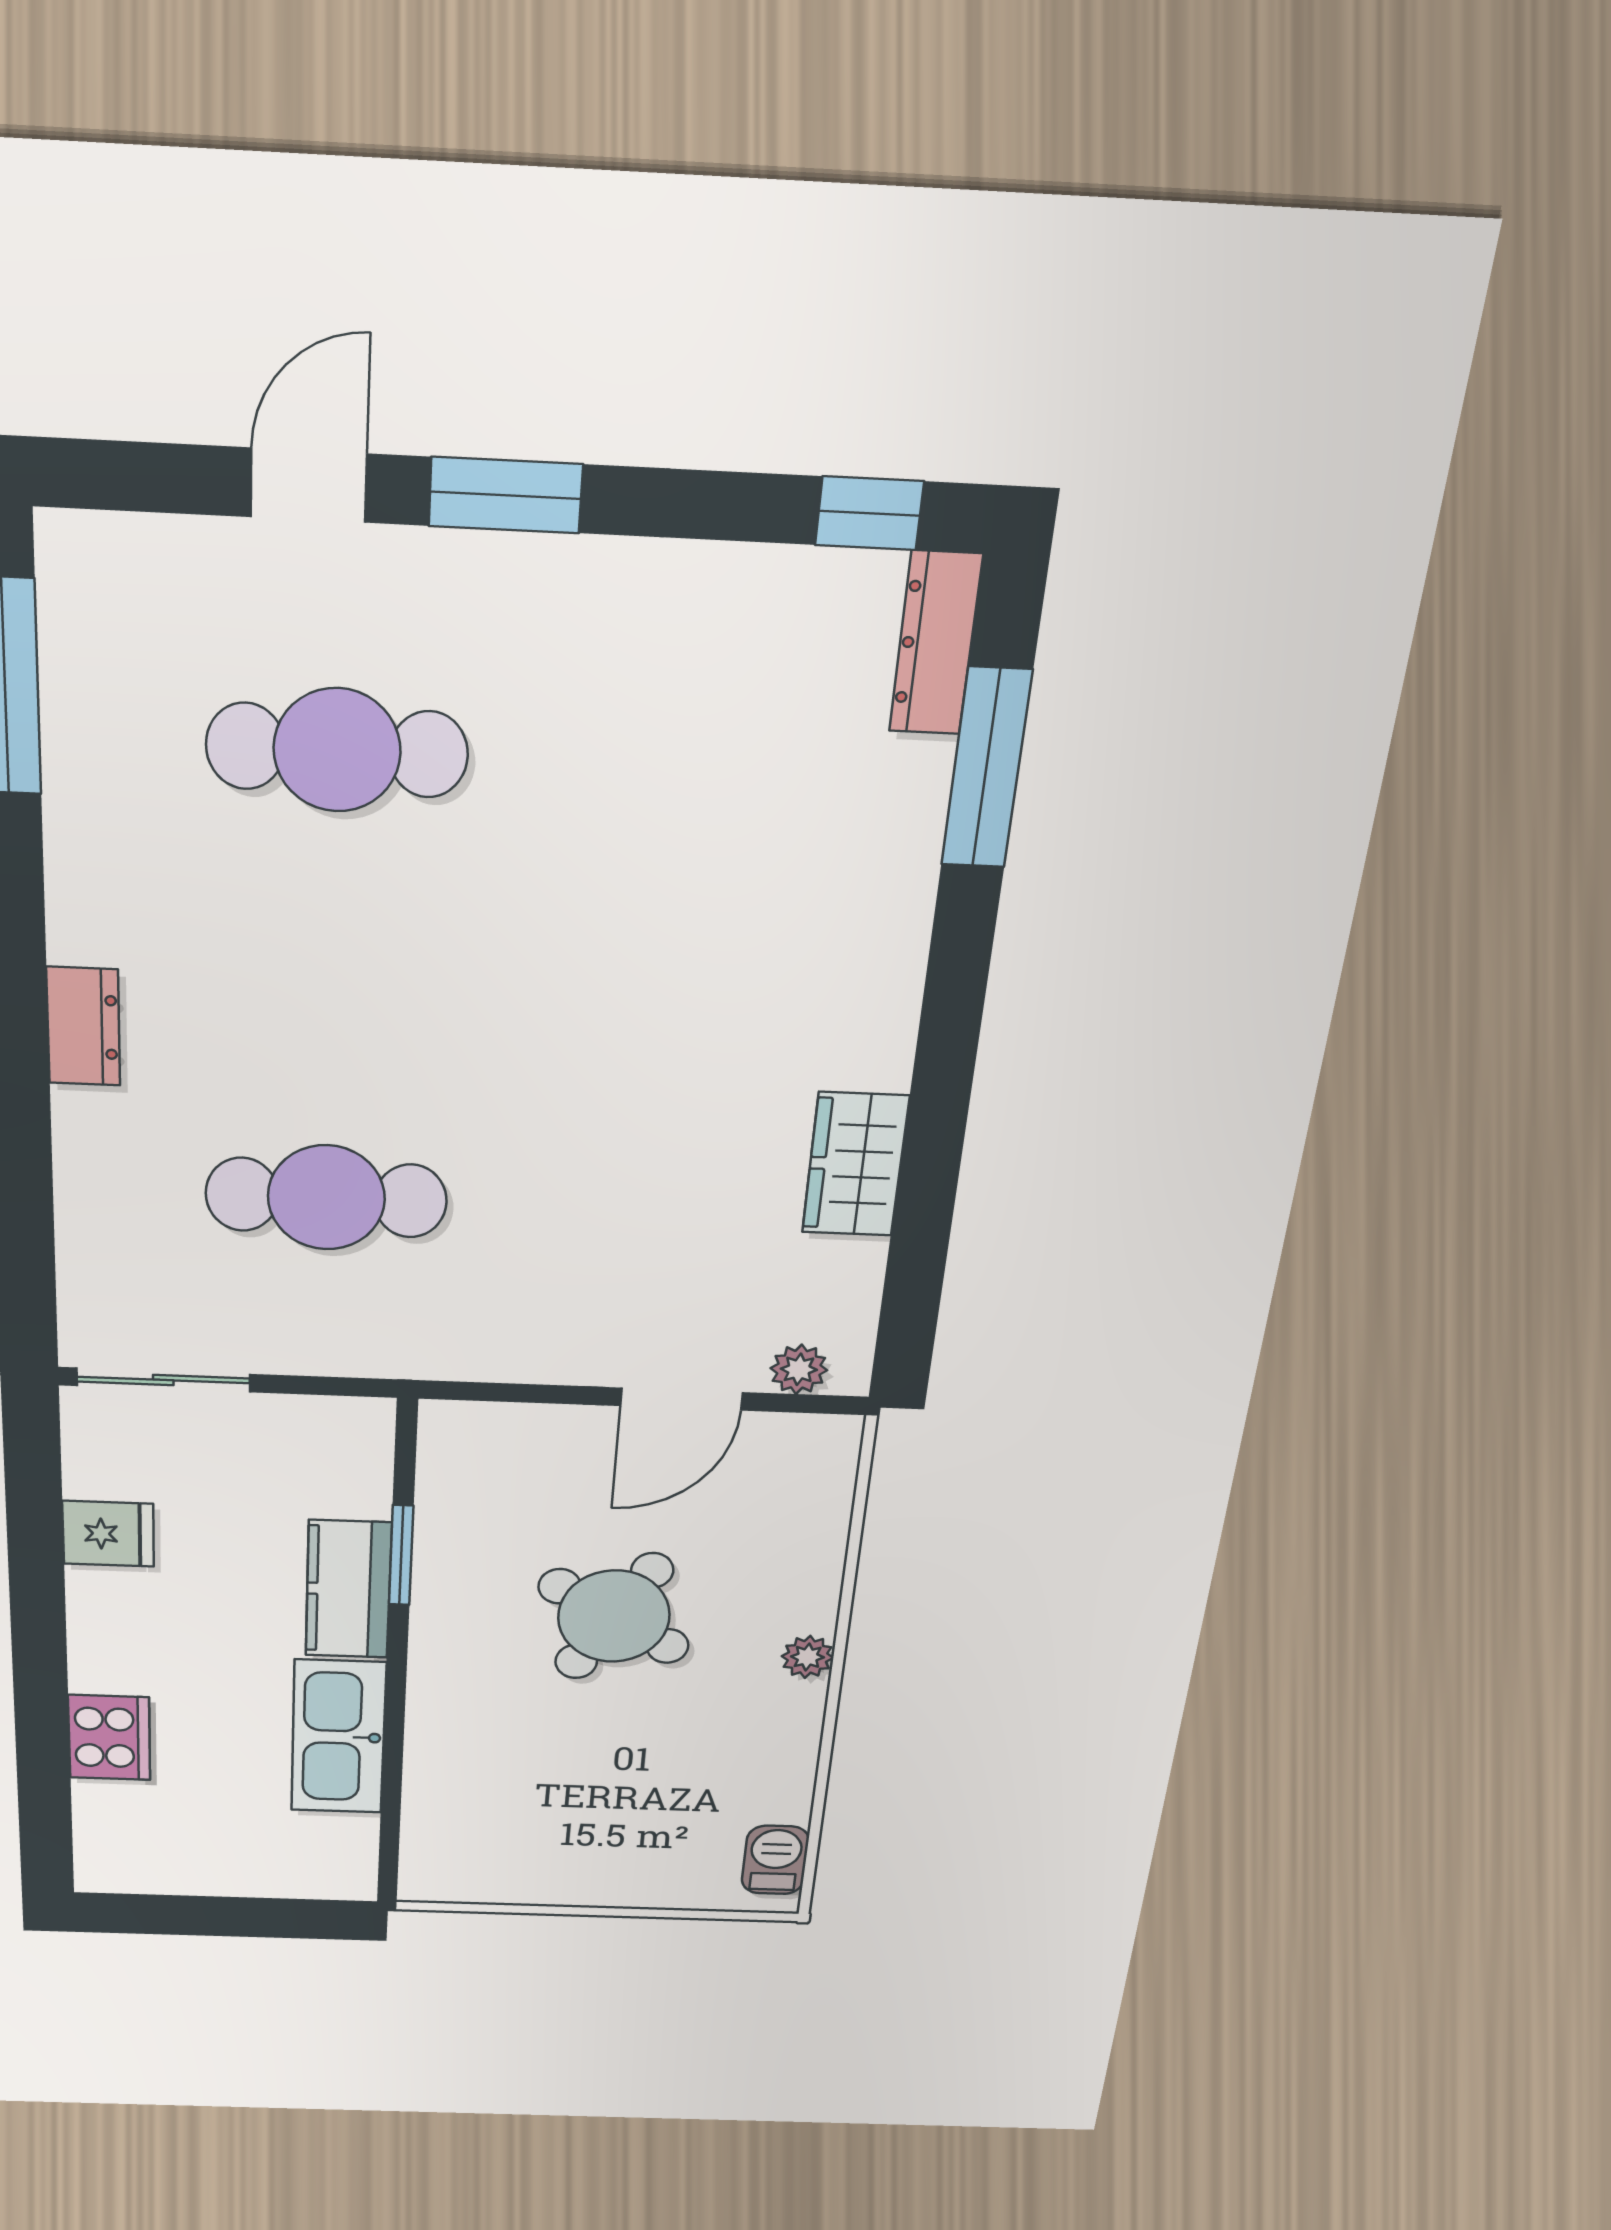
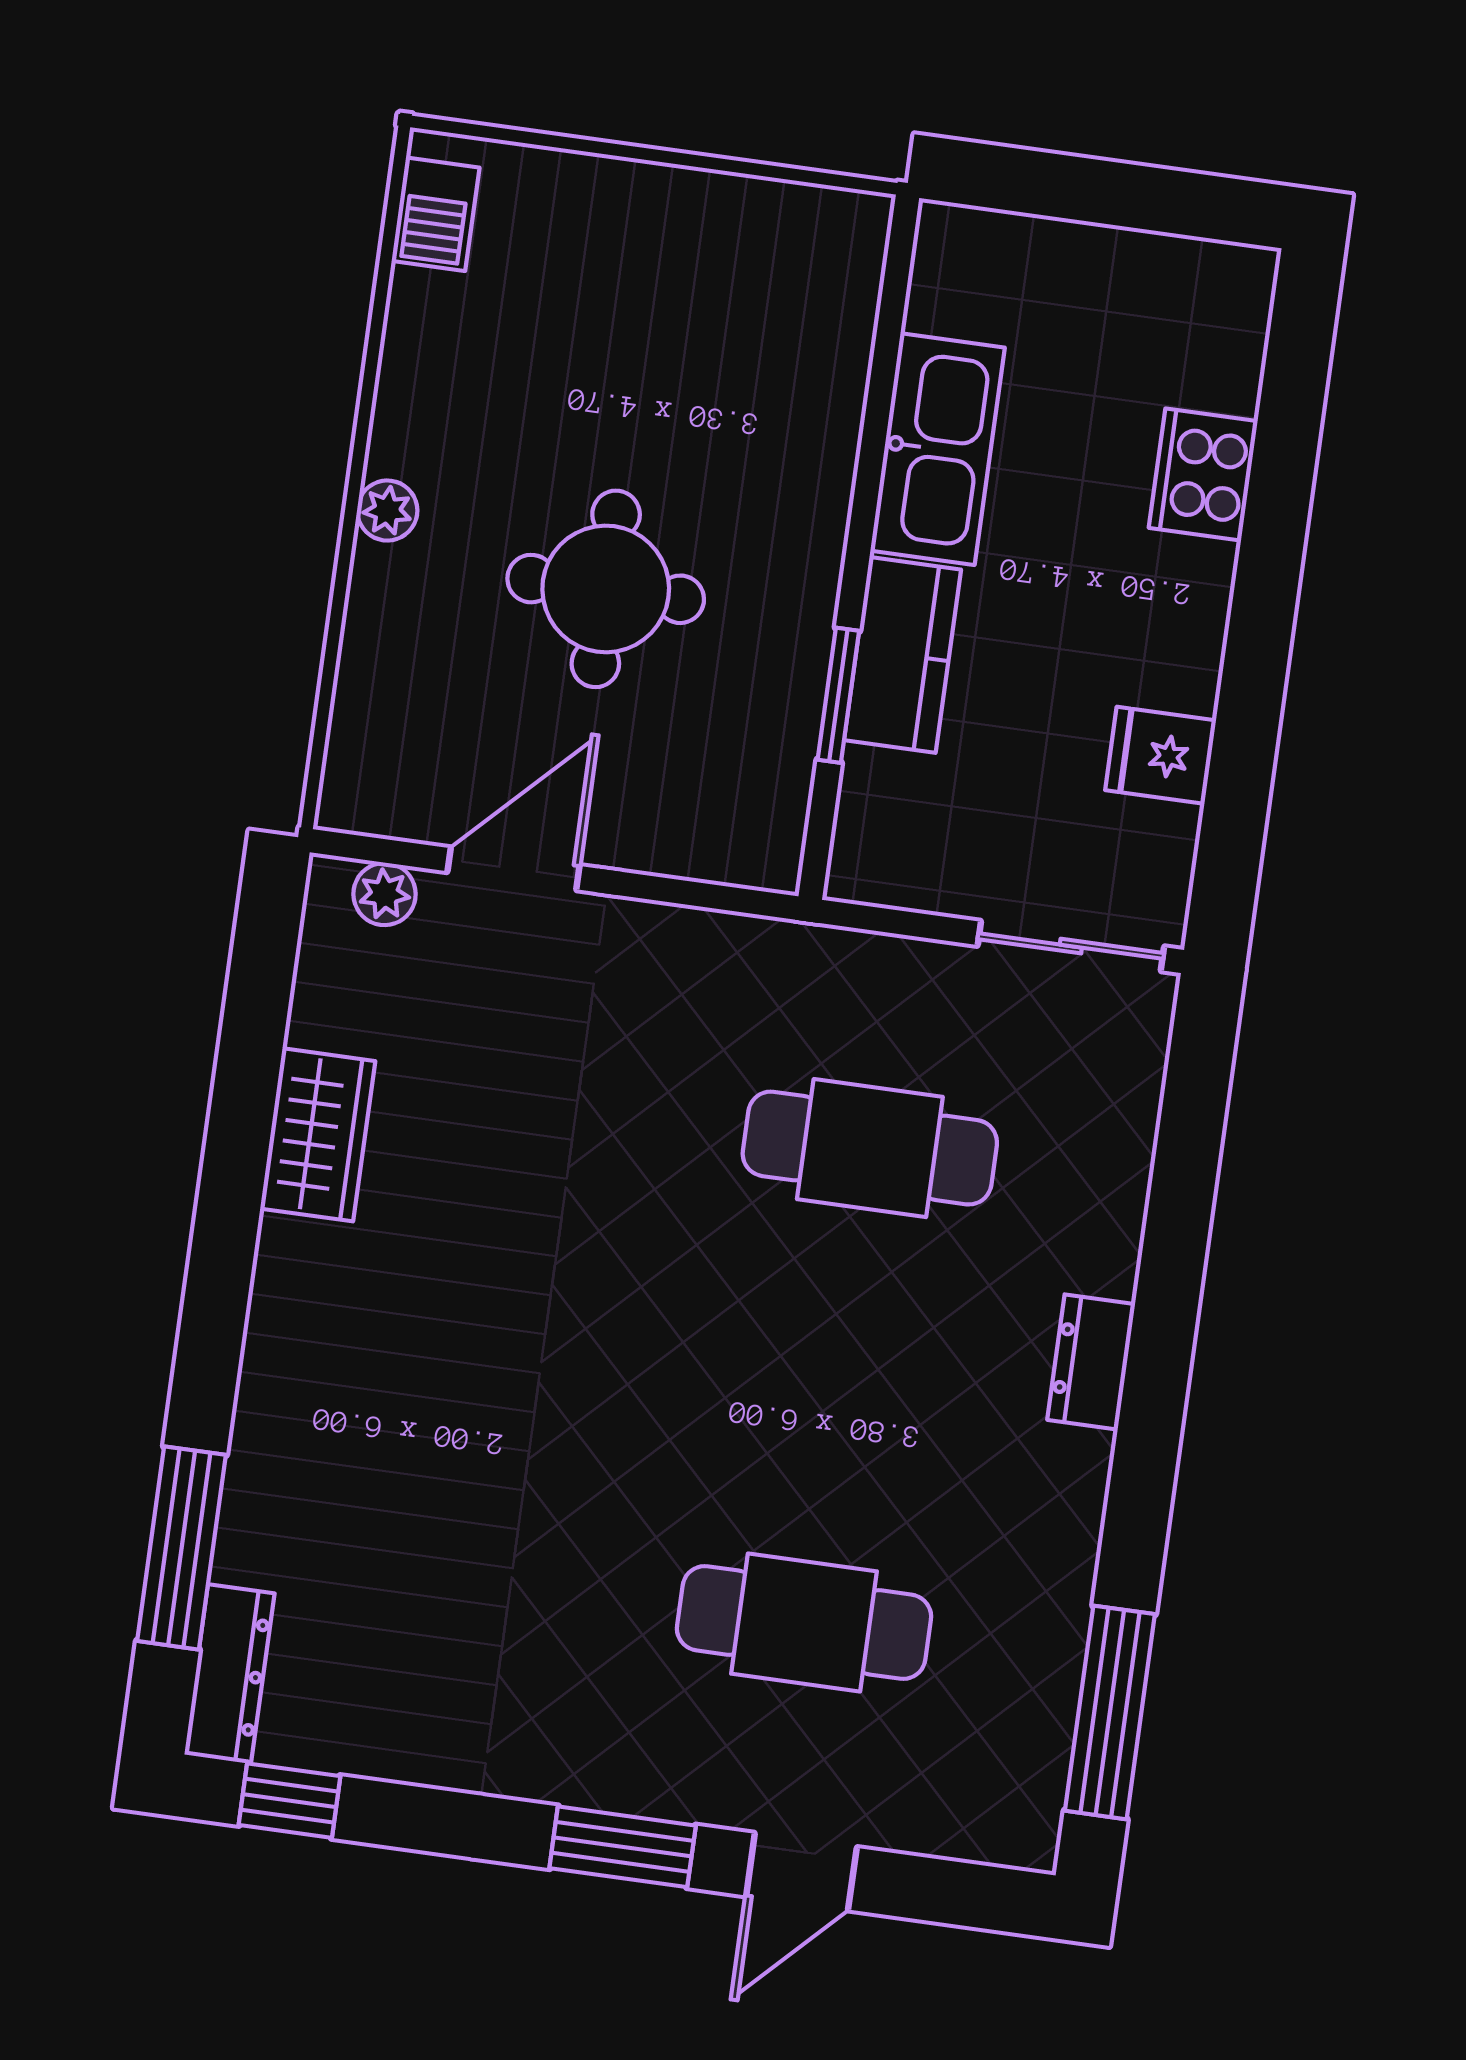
round table: (614, 1616) -> (606, 589), turned -31

